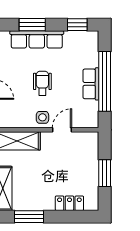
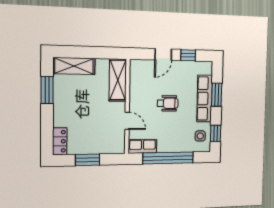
row of seats: (91, 84) -> (142, 146), moved
side table: (42, 117) -> (200, 136), moved
locker: (69, 203) -> (60, 141), moved

